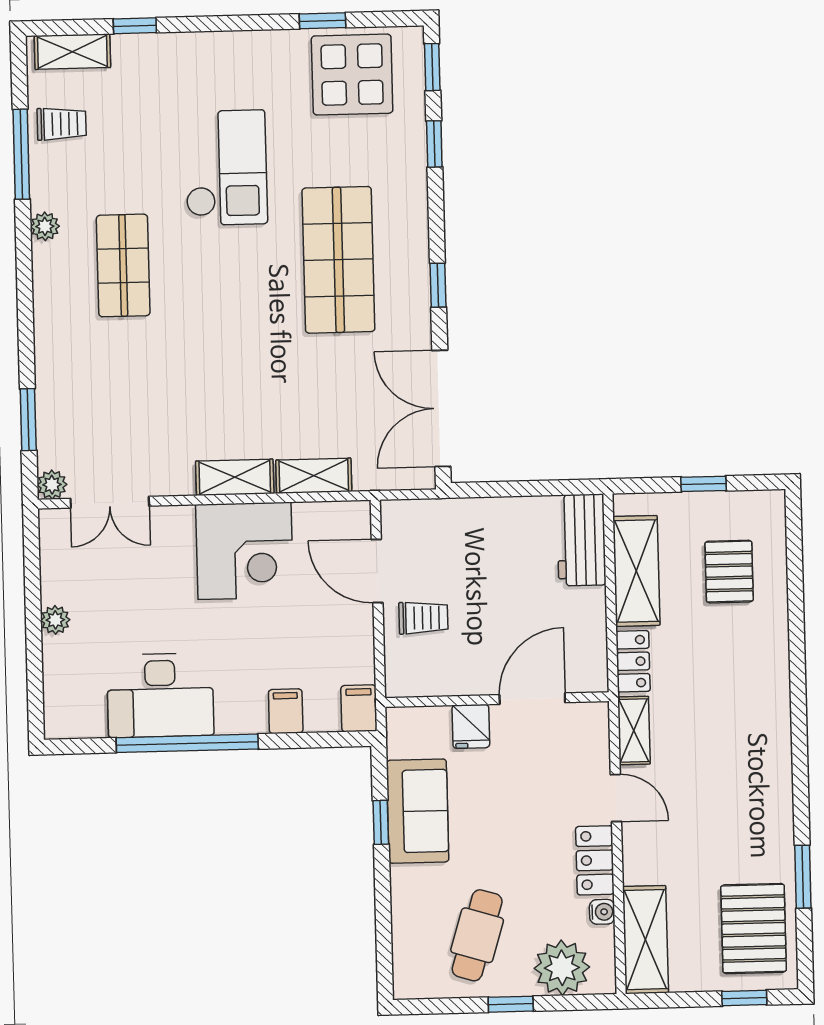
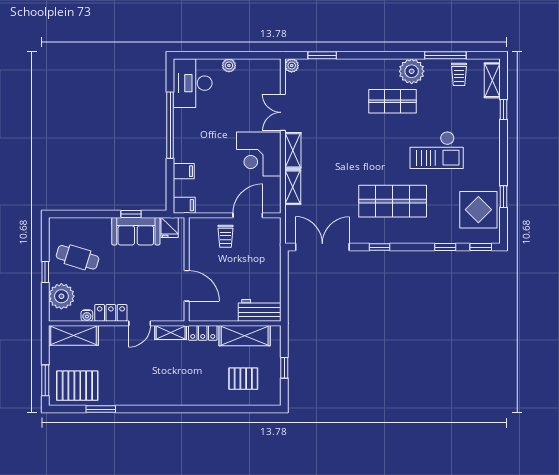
plant: (45, 226) -> (412, 71), width x1.88, depth x1.88
double door: (110, 502) -> (283, 112), moved
desk: (160, 695) -> (193, 83), moved
fridge: (471, 726) -> (170, 227), moved, turned -90
window: (744, 998) -> (45, 380), width x1.50

